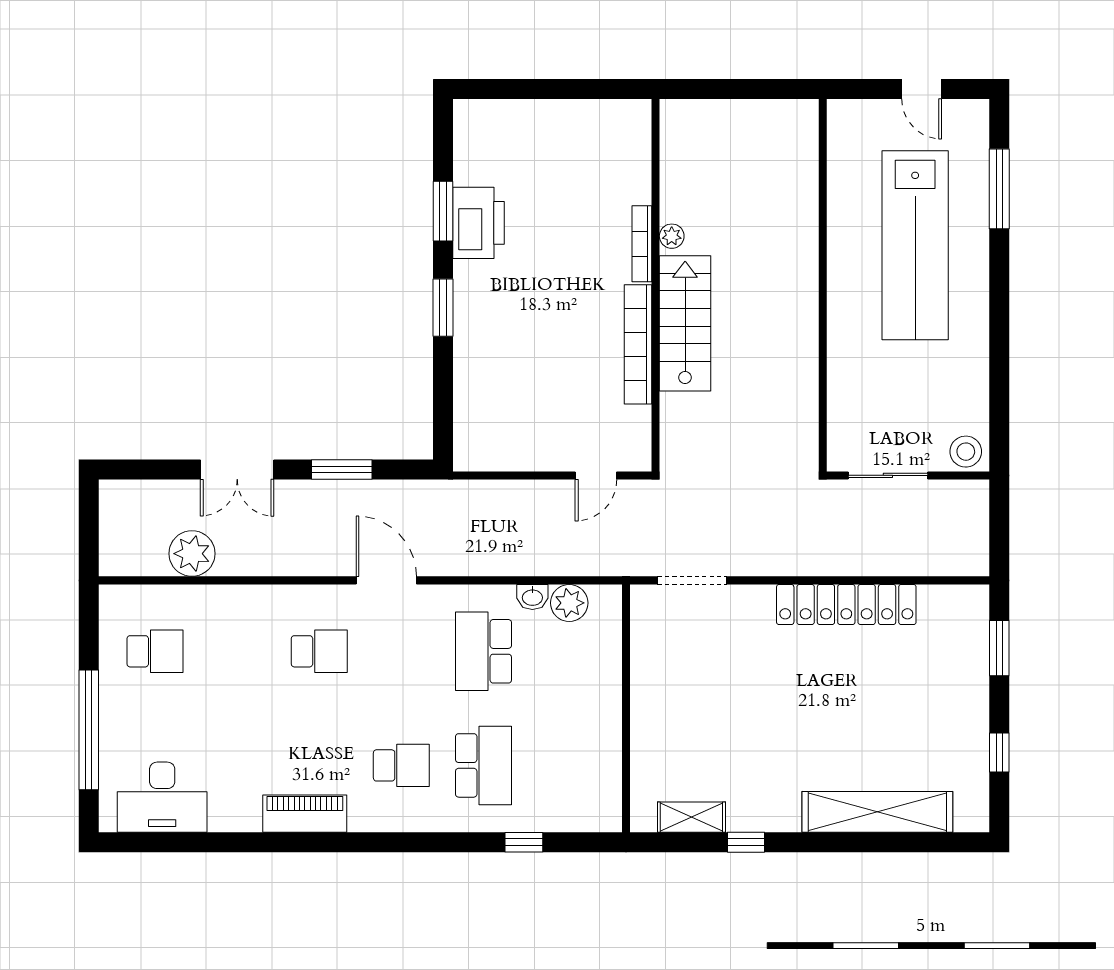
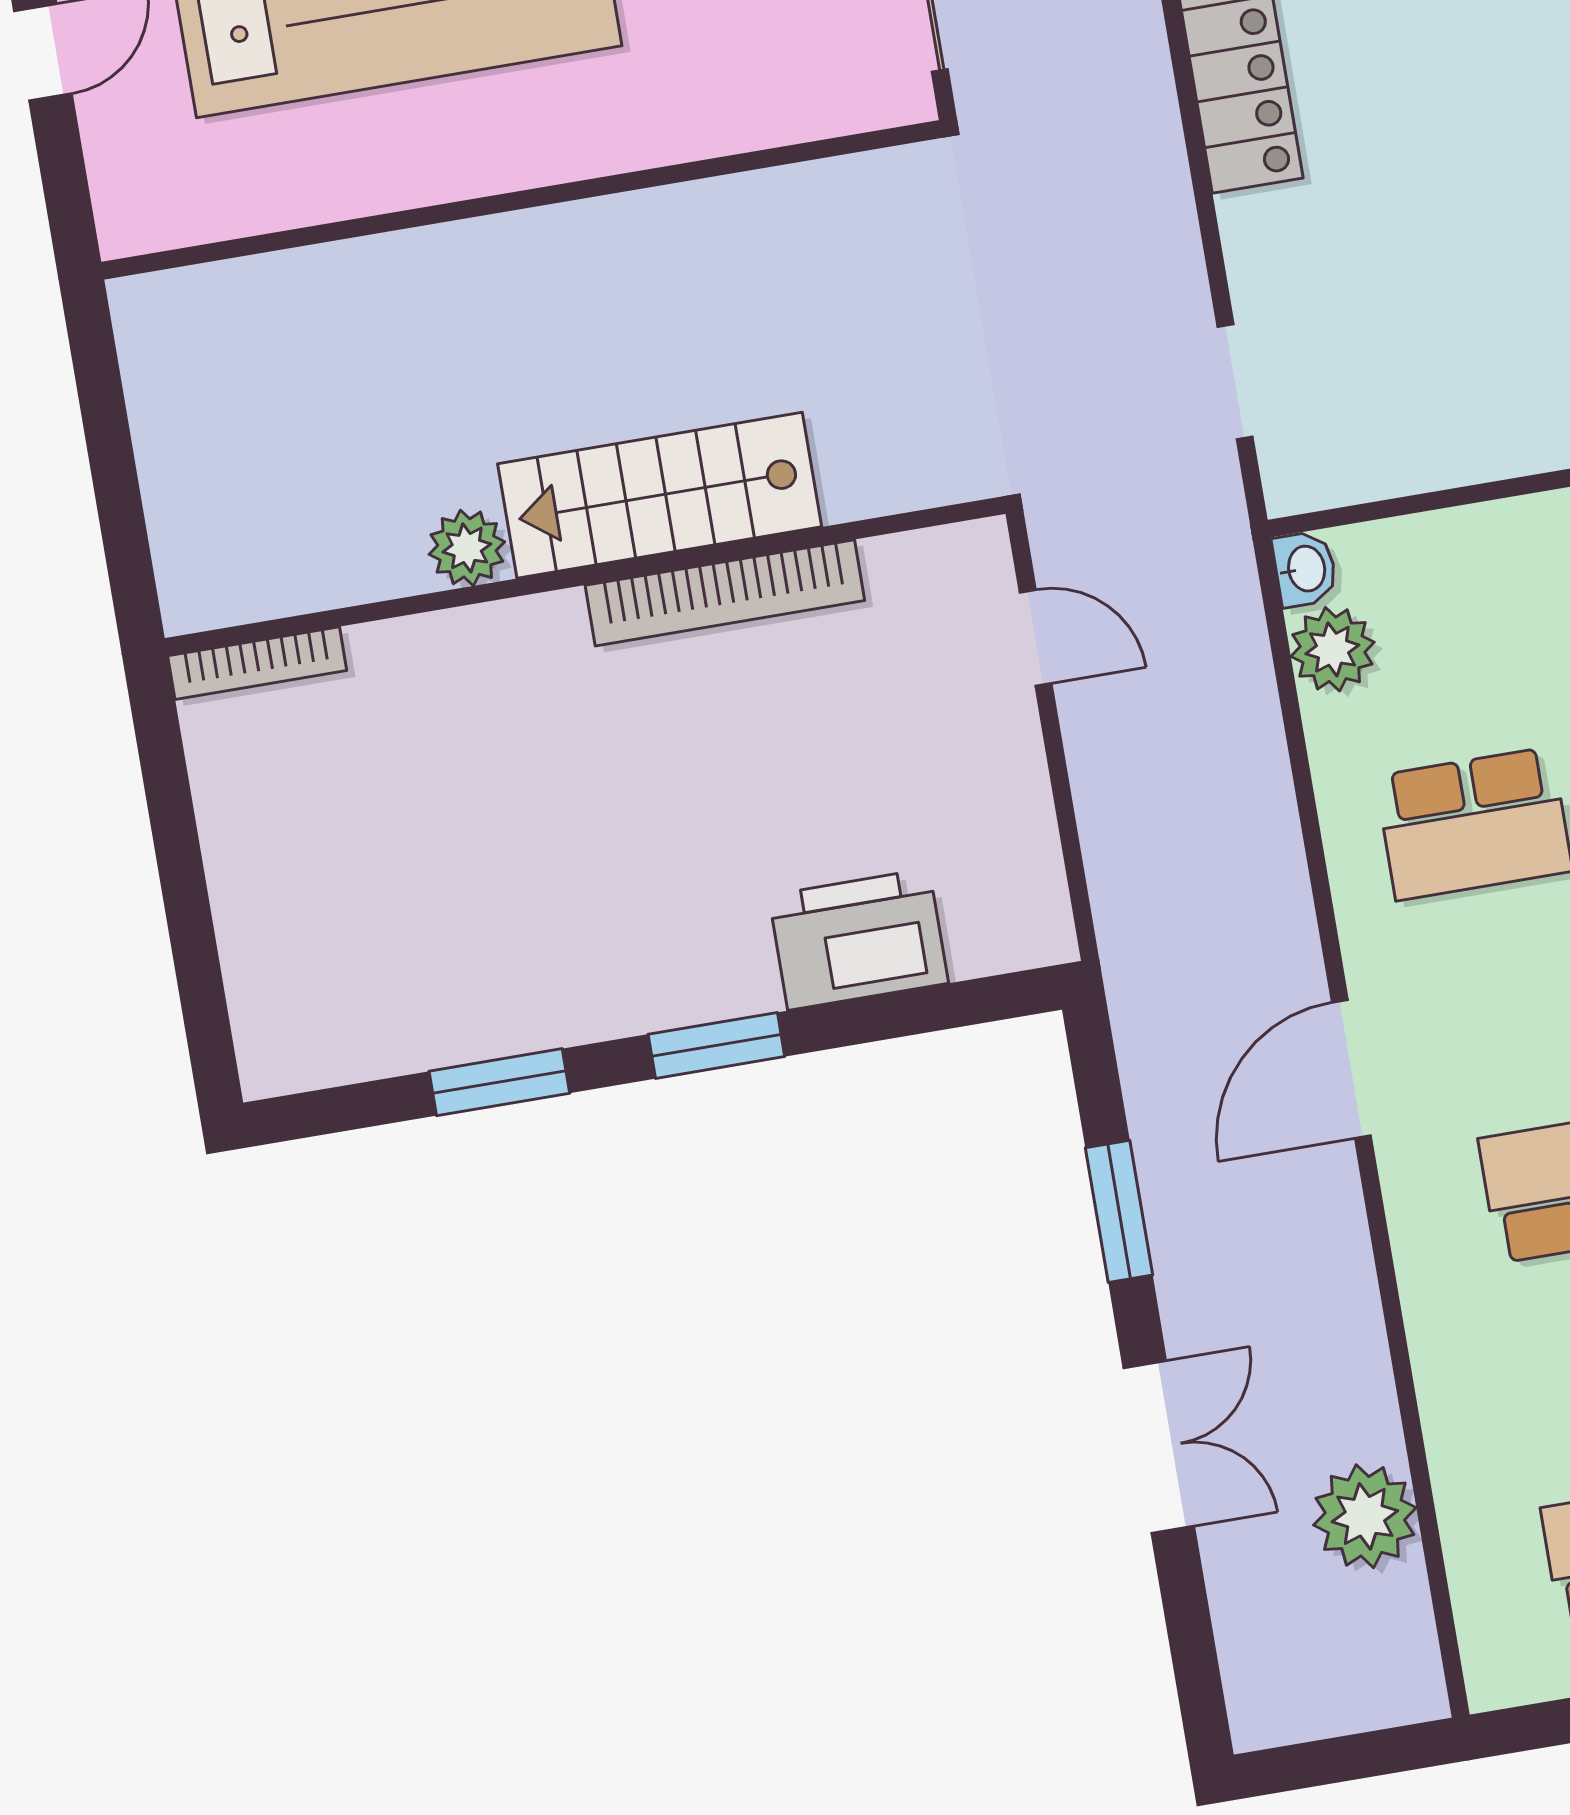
printer: (478, 223) -> (859, 939), moved
plant: (672, 236) -> (467, 548), width x1.38, depth x1.38
bookcase: (642, 244) -> (257, 663), moved
doorway: (692, 580) -> (1235, 382), width x0.73
washbasin: (532, 597) -> (1305, 569), moved

